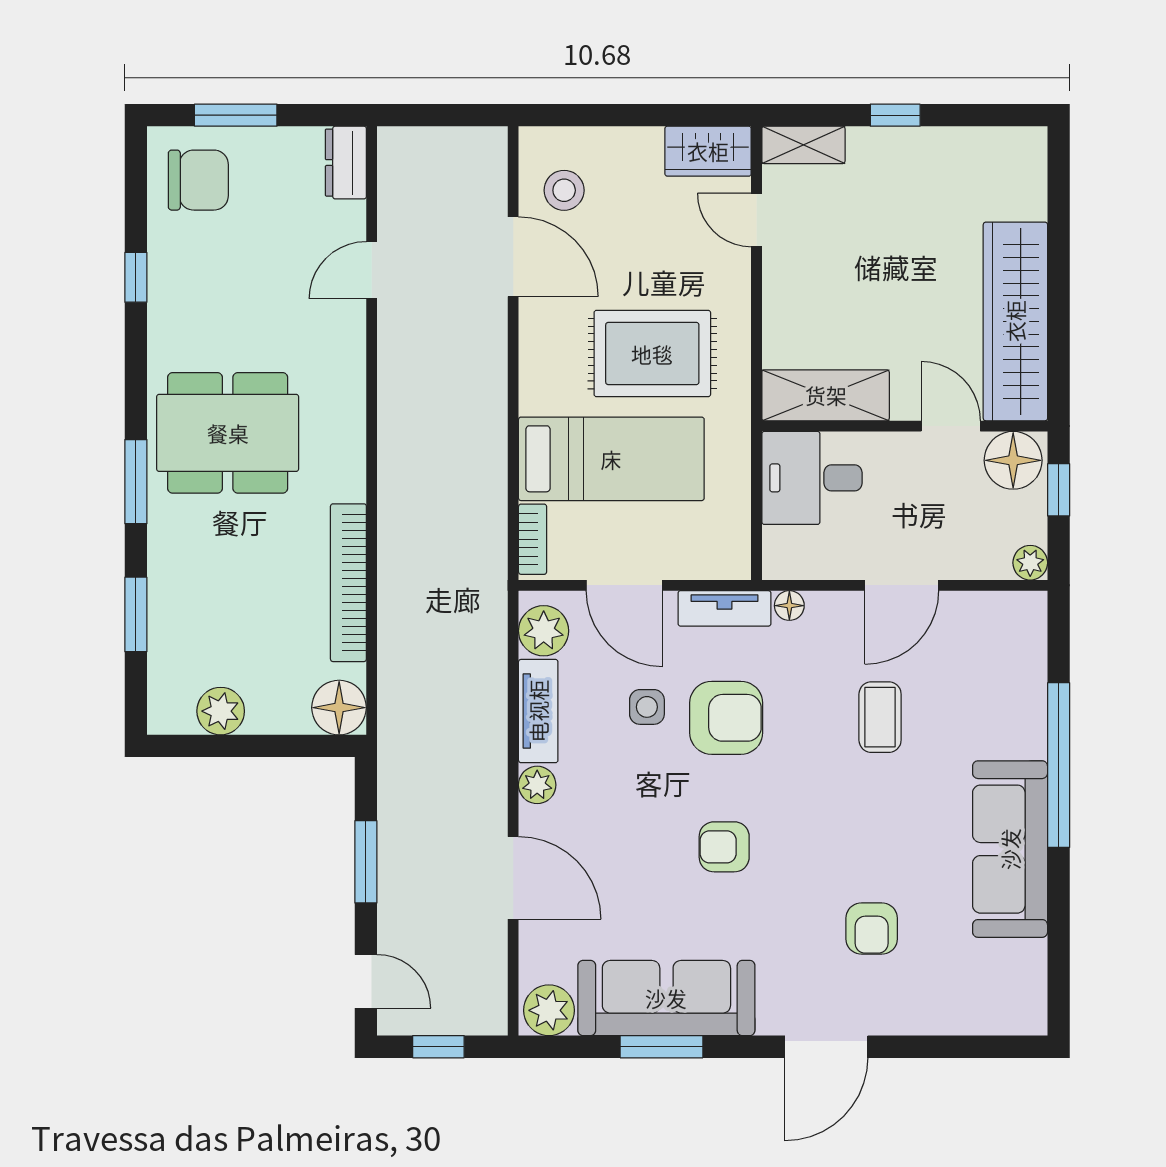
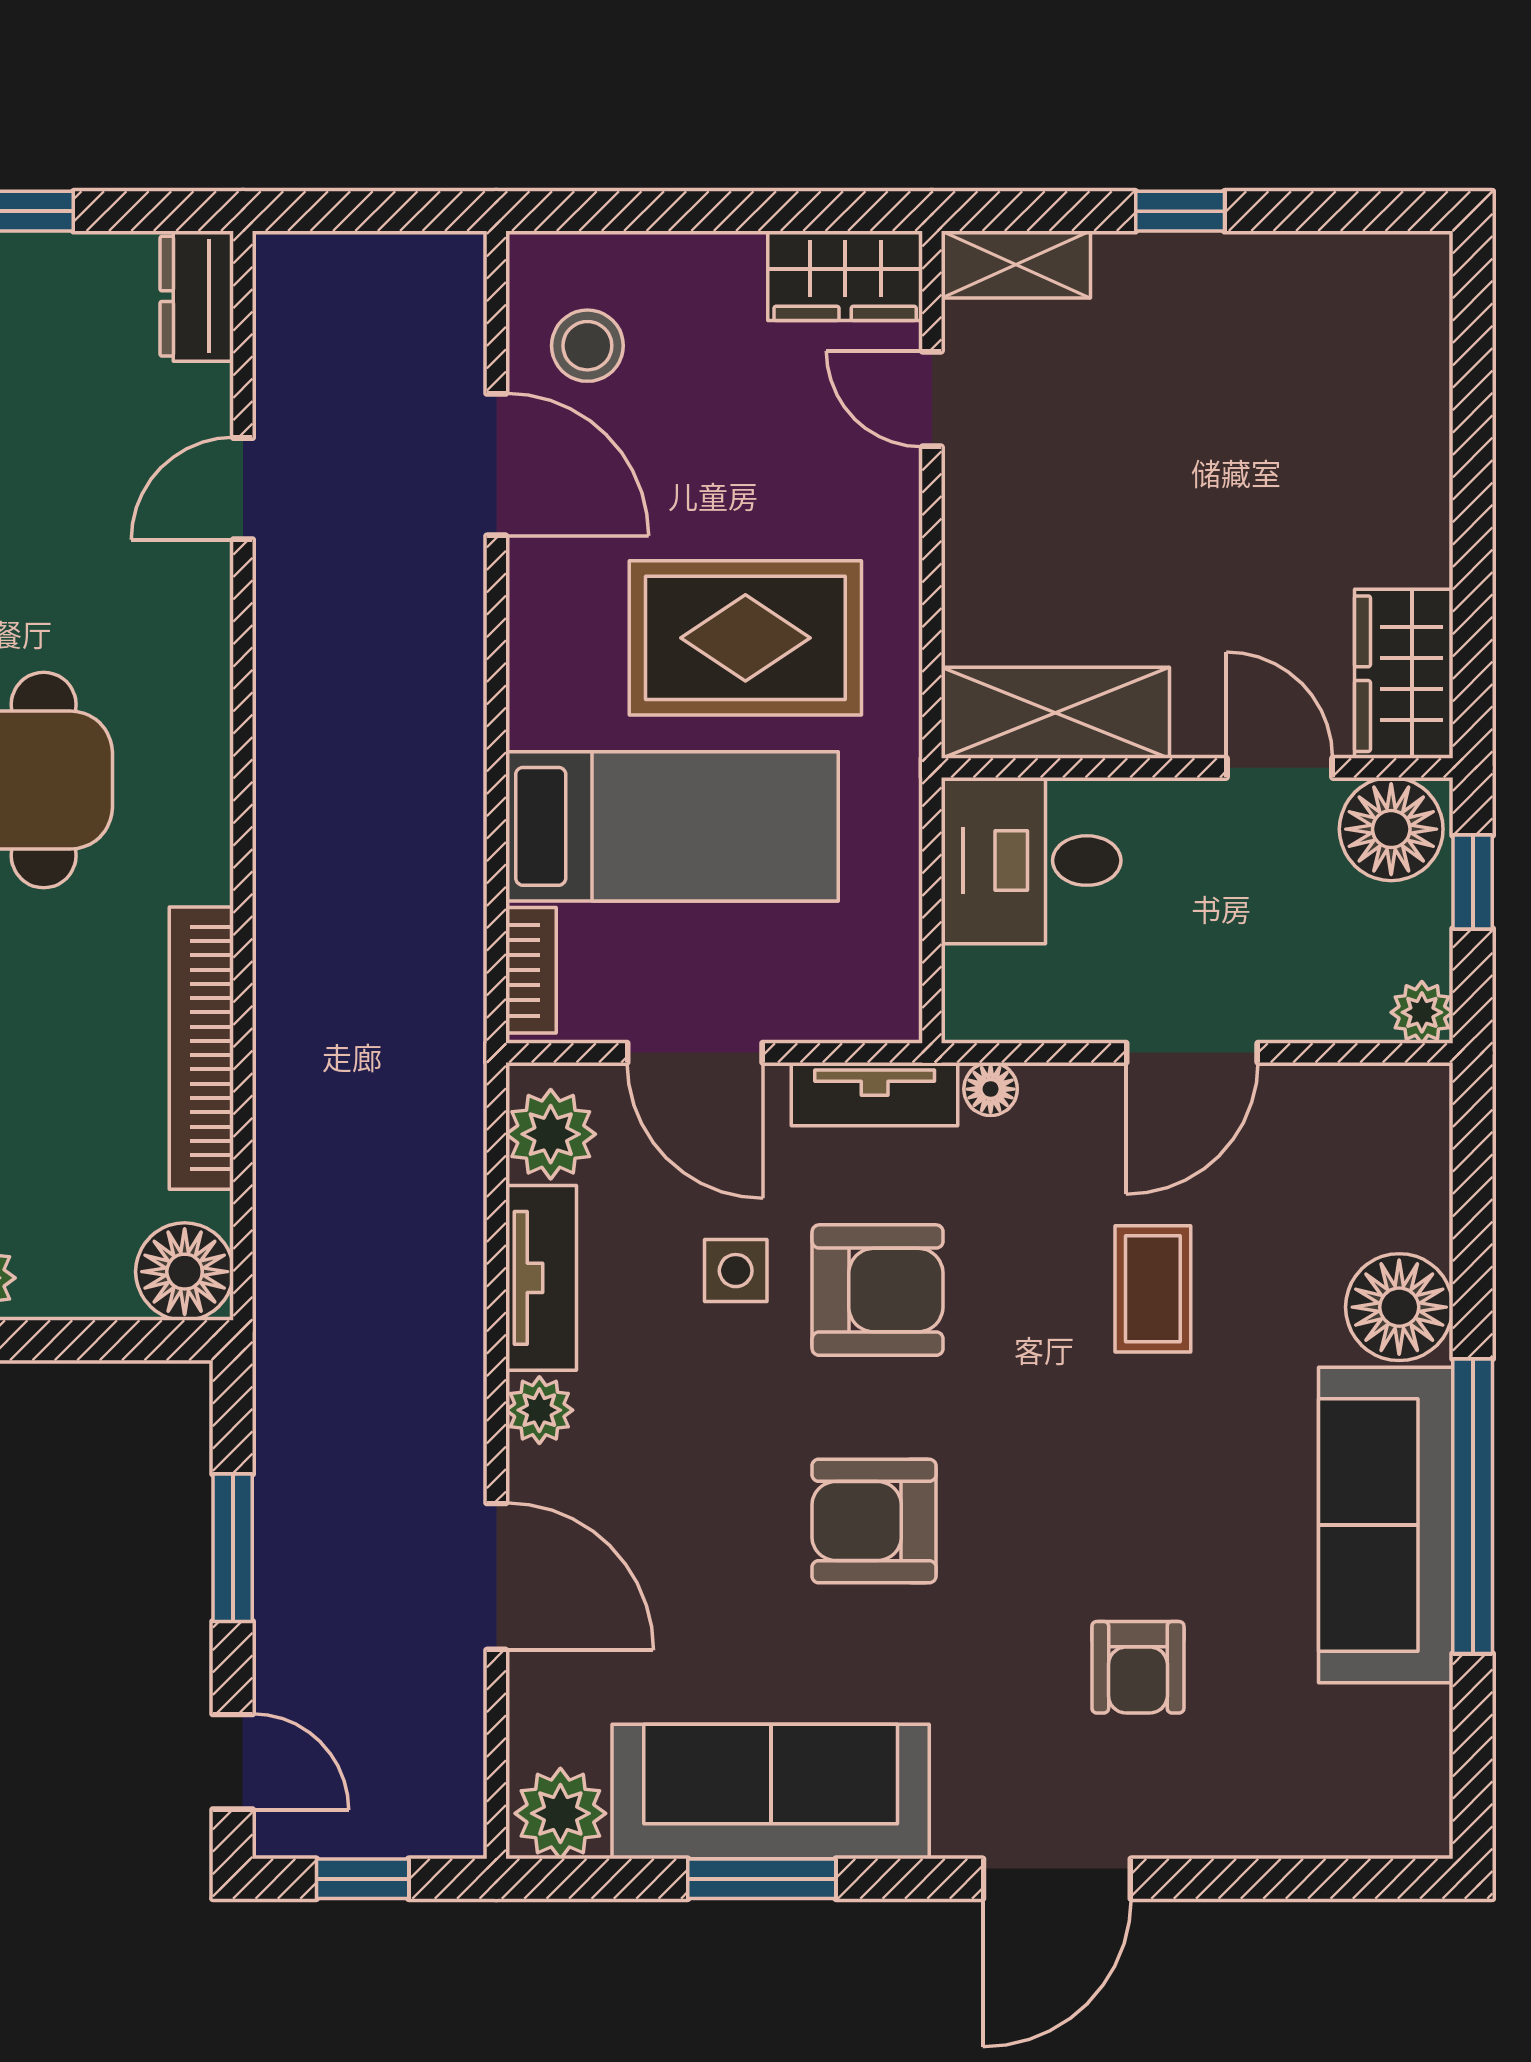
wardrobe: (1015, 321) -> (1404, 674), width x0.48, depth x0.85
floor lamp: (1018, 727) -> (1399, 1307), added
window: (1059, 765) -> (1473, 1506), moved
armchair: (724, 847) -> (874, 1521), width x1.38, depth x1.38

